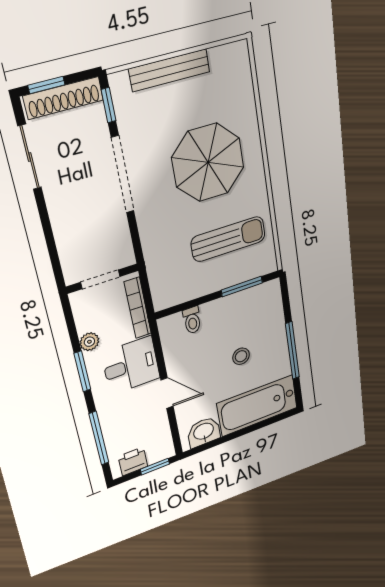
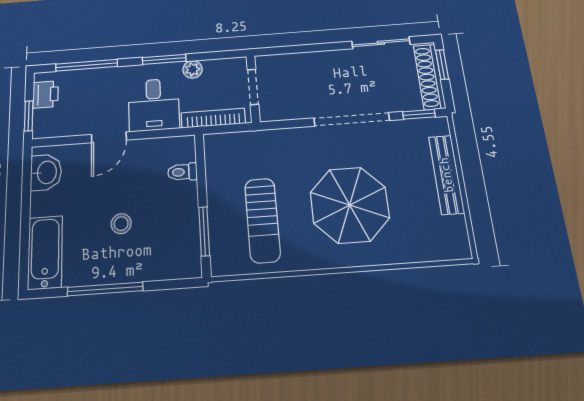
bathtub: (257, 406) -> (45, 252), width x0.73, depth x0.73

